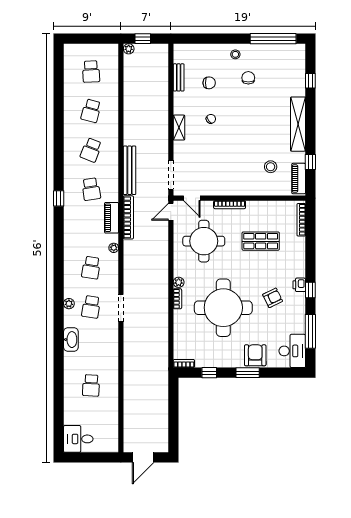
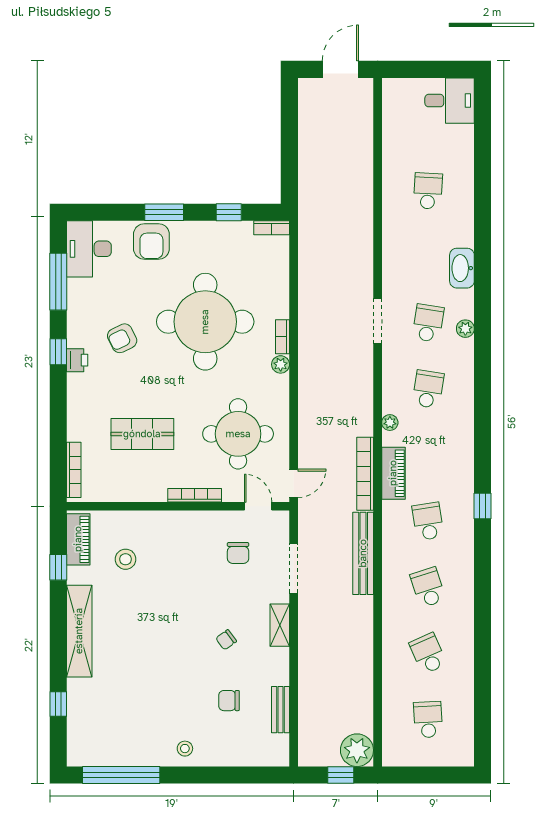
plant: (129, 49) -> (357, 750), width x1.87, depth x1.87
chair: (248, 78) -> (238, 553), moved
school desk: (91, 111) -> (428, 654), turned -39
school desk: (91, 150) -> (428, 587), turned -39
doorway: (171, 175) -> (294, 568), moved

